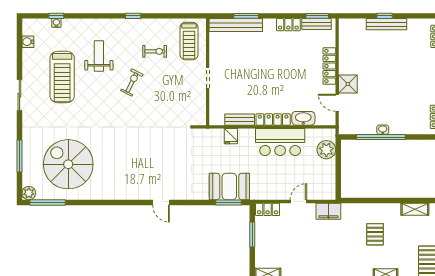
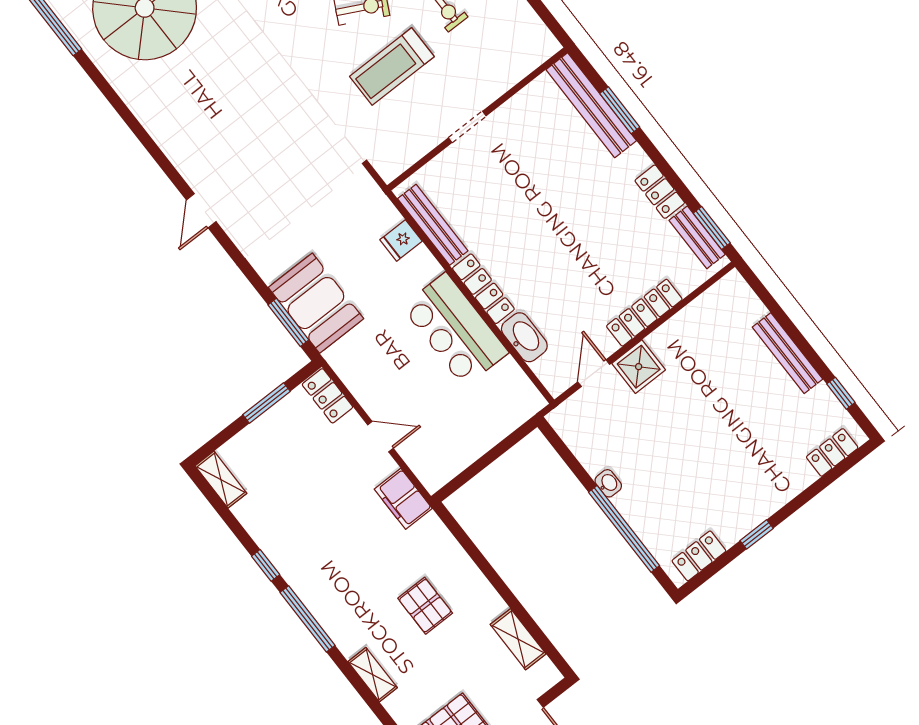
window: (385, 16) -> (841, 393), moved
treadmill: (189, 41) -> (392, 66), moved
bench: (240, 120) -> (433, 225), width x1.36
window: (381, 137) -> (624, 529), moved
plant: (326, 150) -> (502, 416), removed
pallet: (375, 234) -> (425, 606), turned 90

